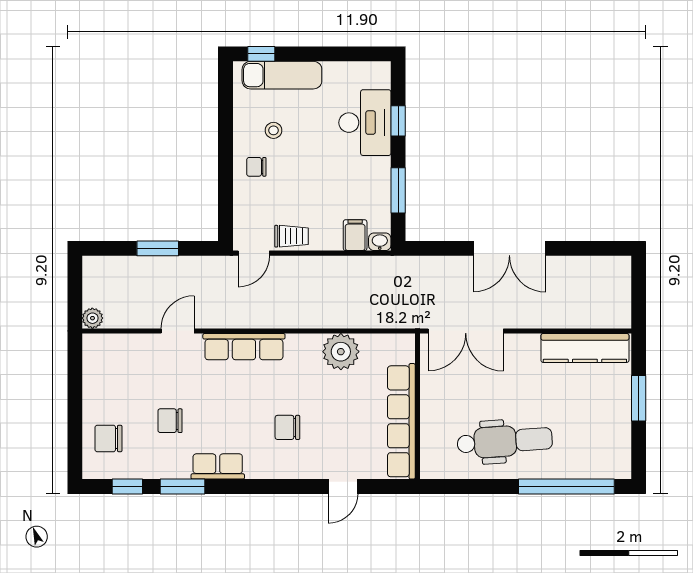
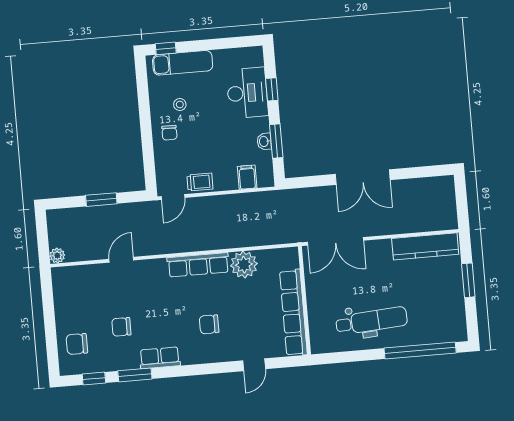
chair: (256, 167) -> (169, 133), turned -90
washbasin: (380, 242) -> (264, 141), moved, turned -90
row of seats: (244, 347) -> (198, 265), moved

